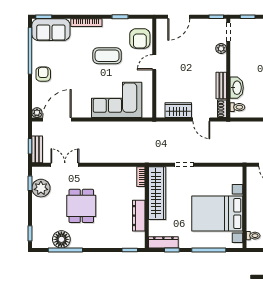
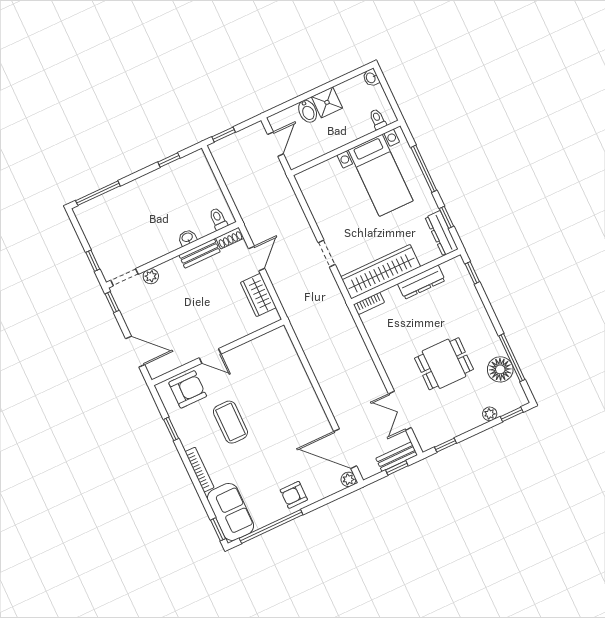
washbasin: (237, 88) -> (187, 238), width x0.52, depth x0.69
corner sofa: (117, 100) -> (283, 382), removed
plant: (41, 188) -> (490, 414), moved, width x0.53, depth x0.53
bed with nightstands: (217, 214) -> (381, 175), width x0.73

